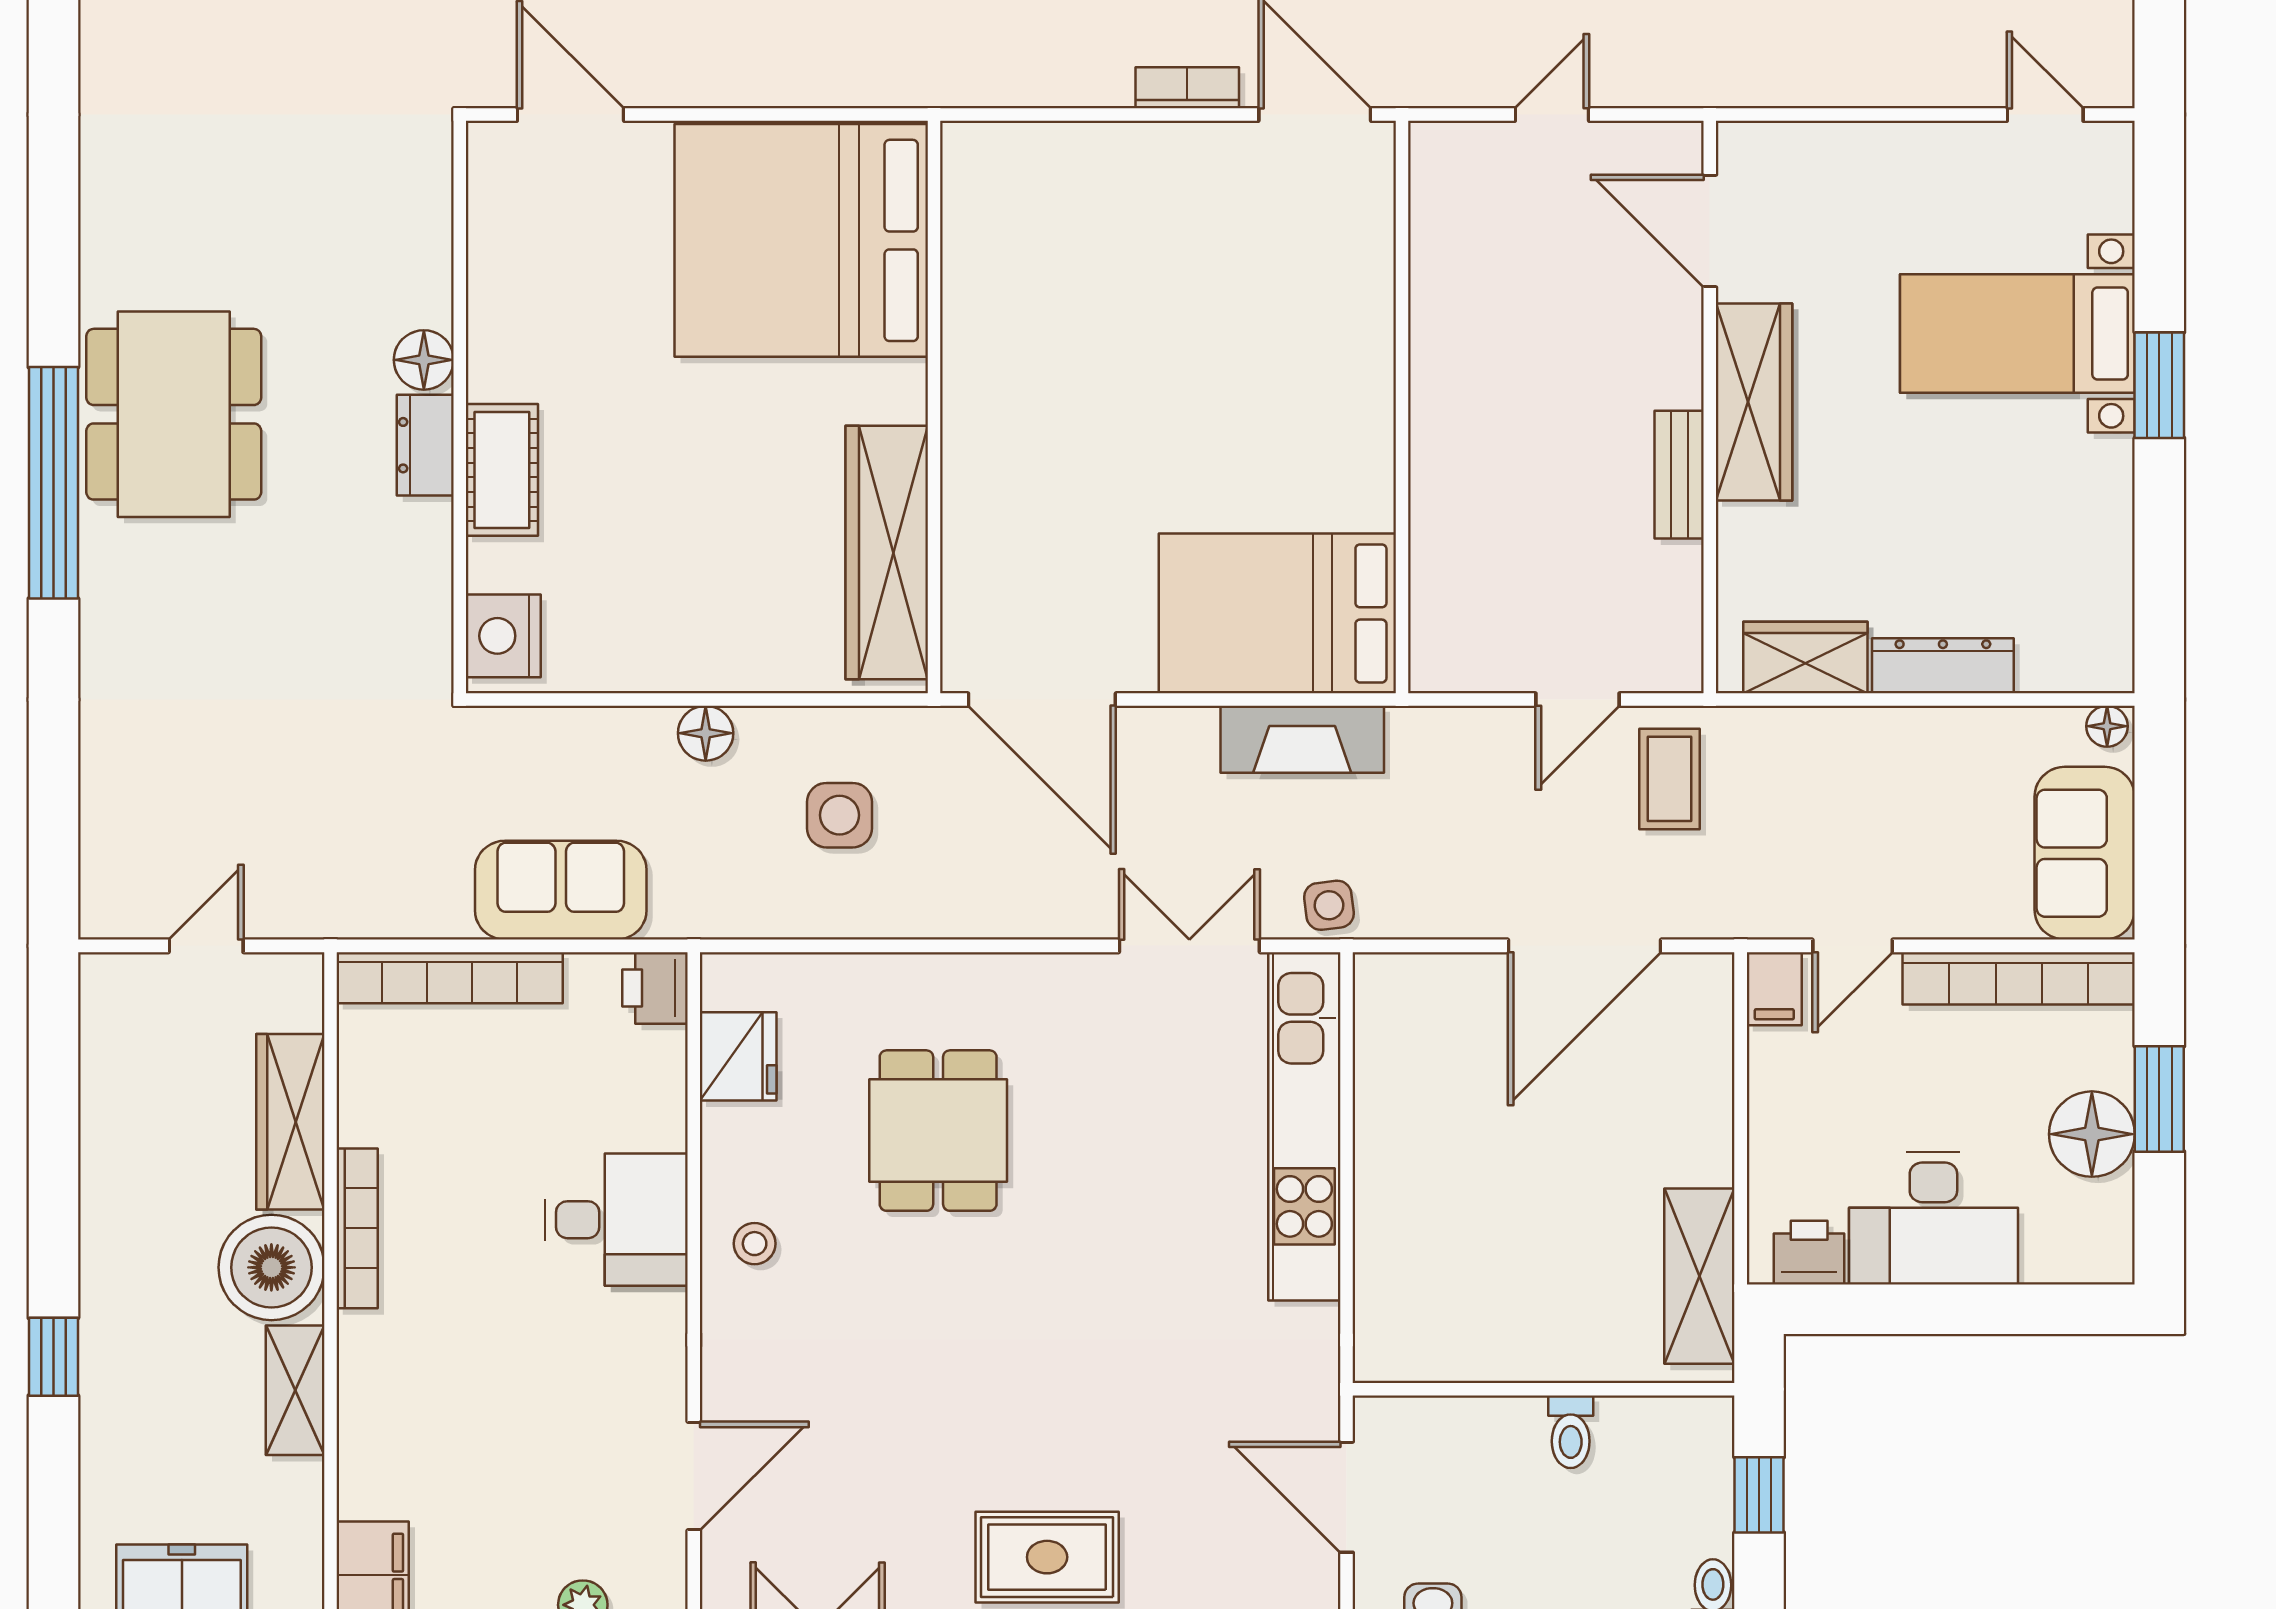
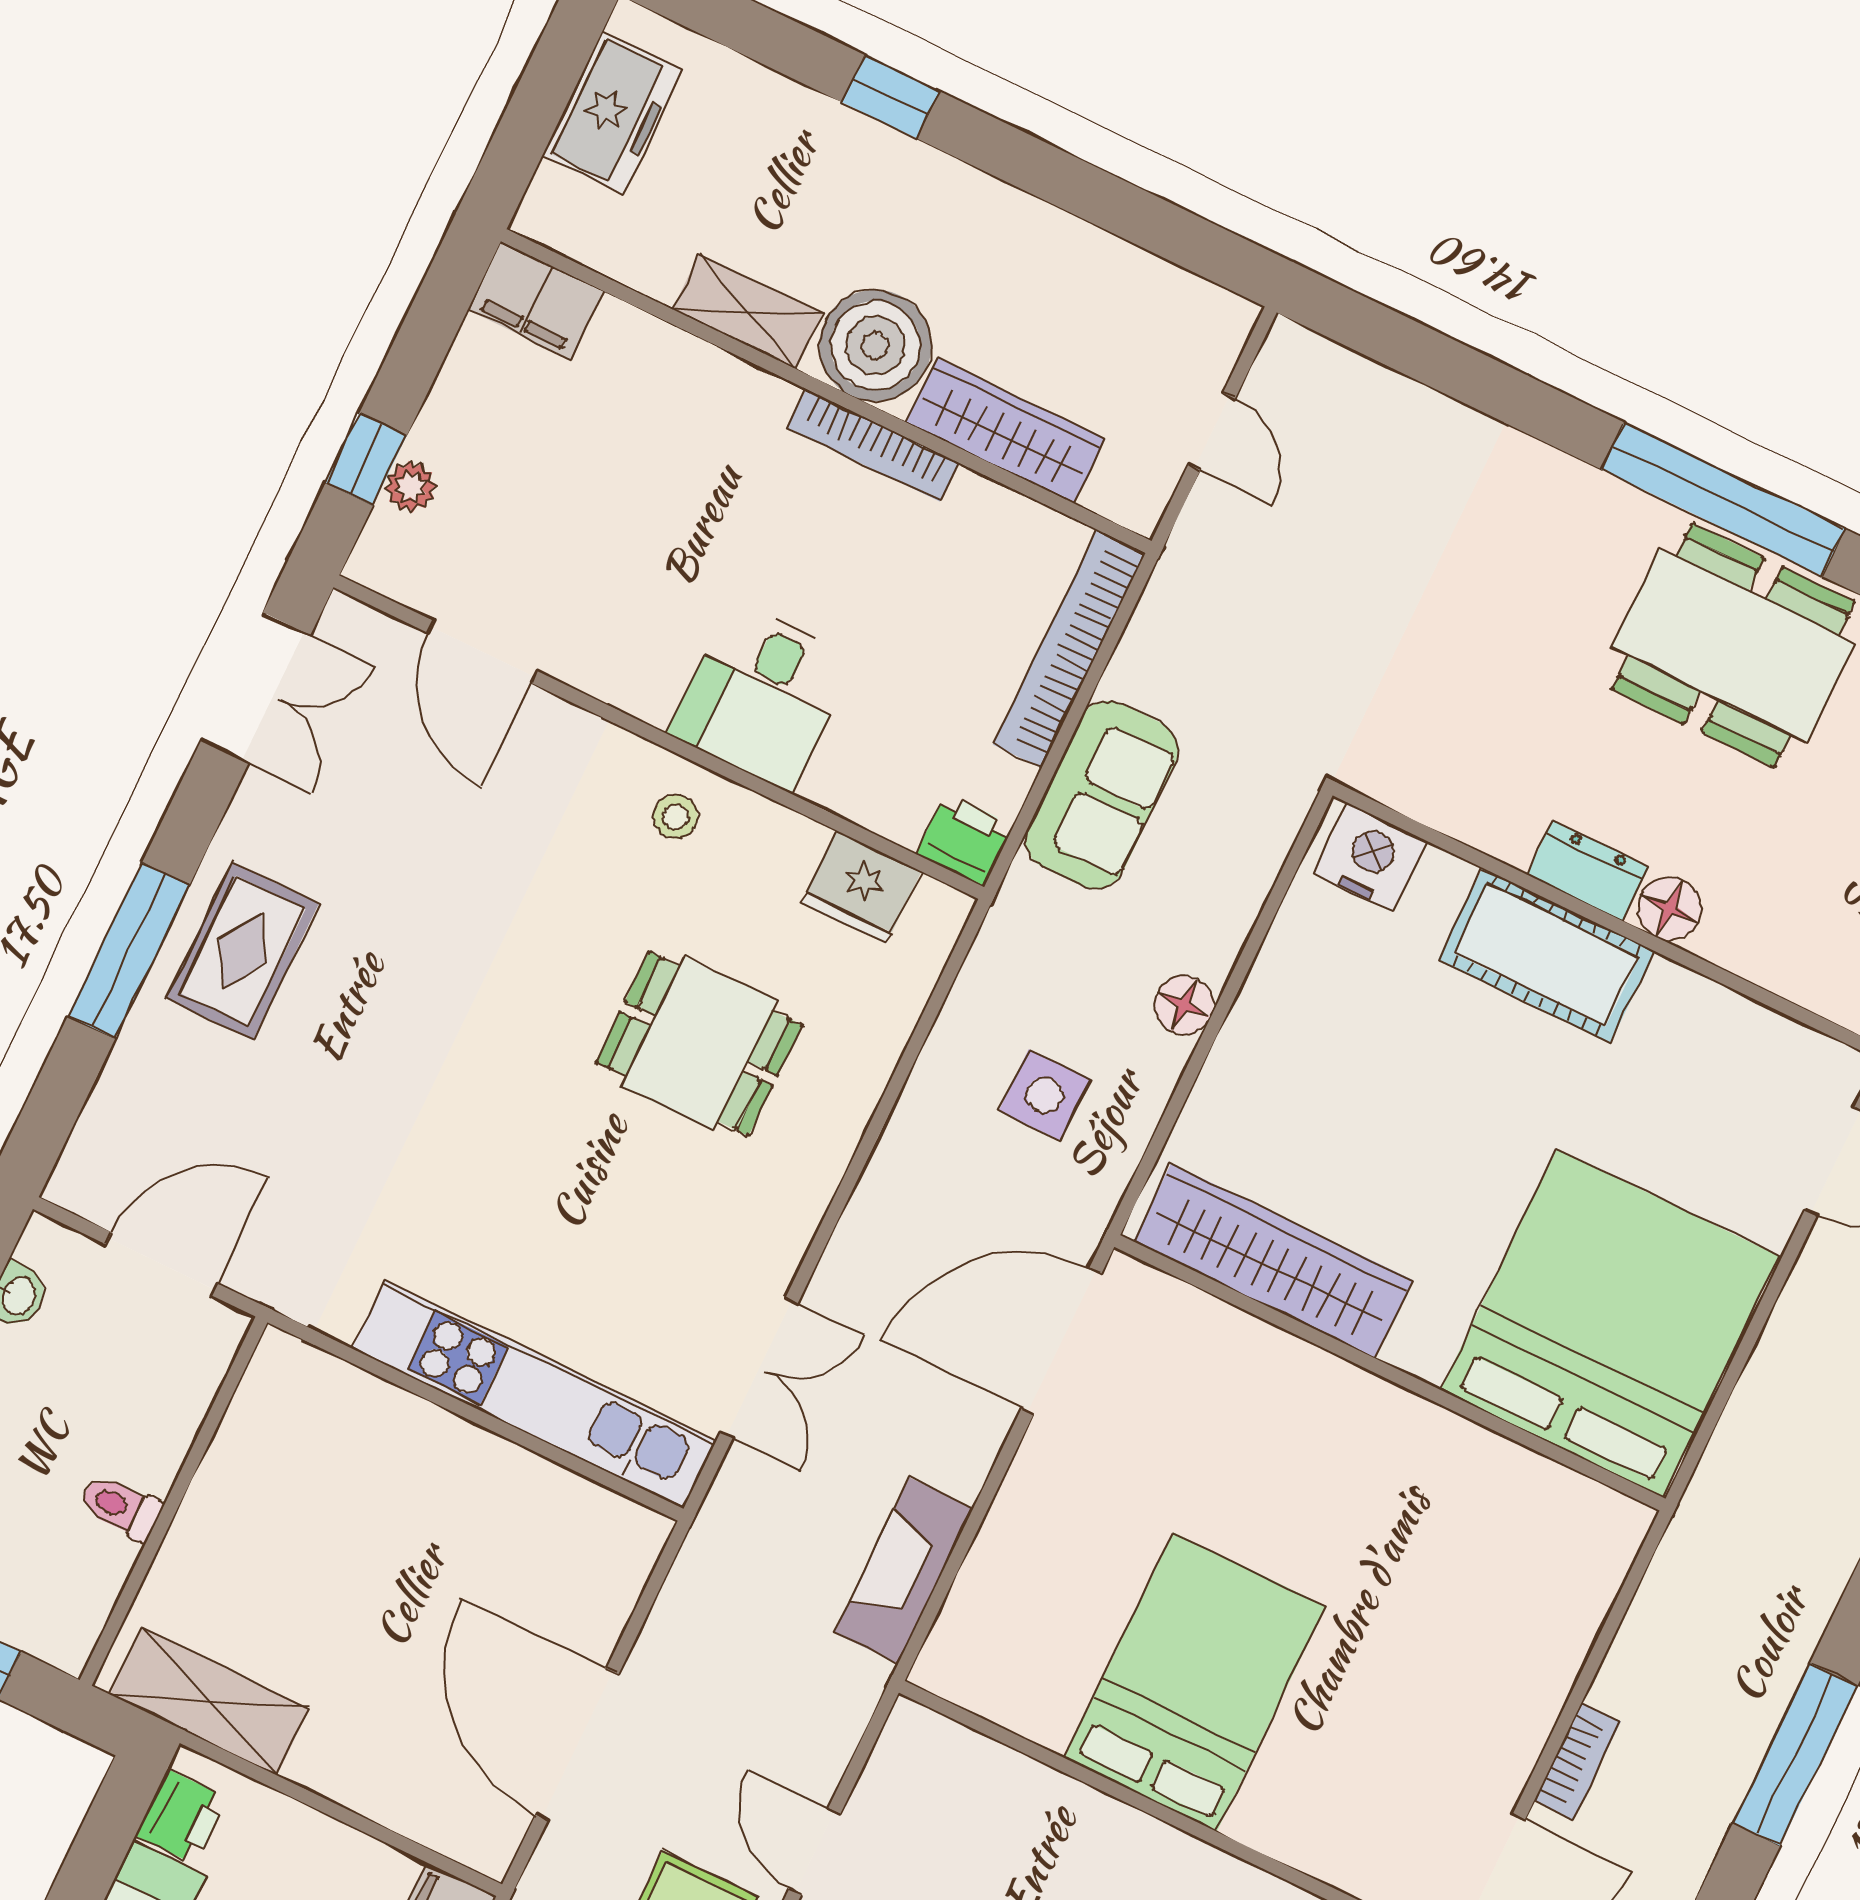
cot: (502, 470) -> (1547, 955), width x1.37, depth x1.34
bed: (1277, 613) -> (1195, 1682), moved
side table: (1329, 905) -> (733, 1520), removed

